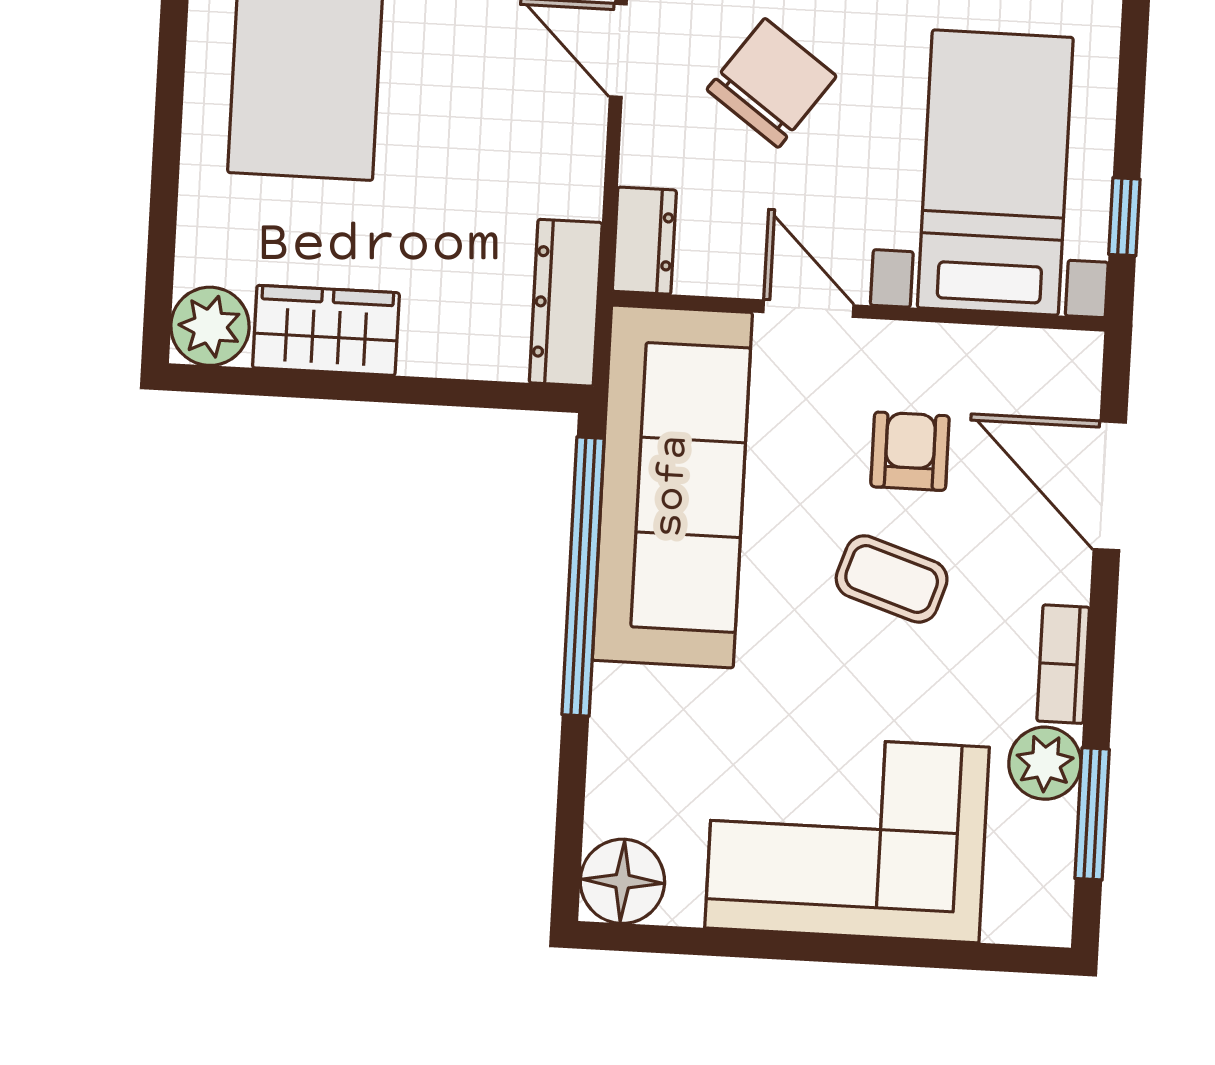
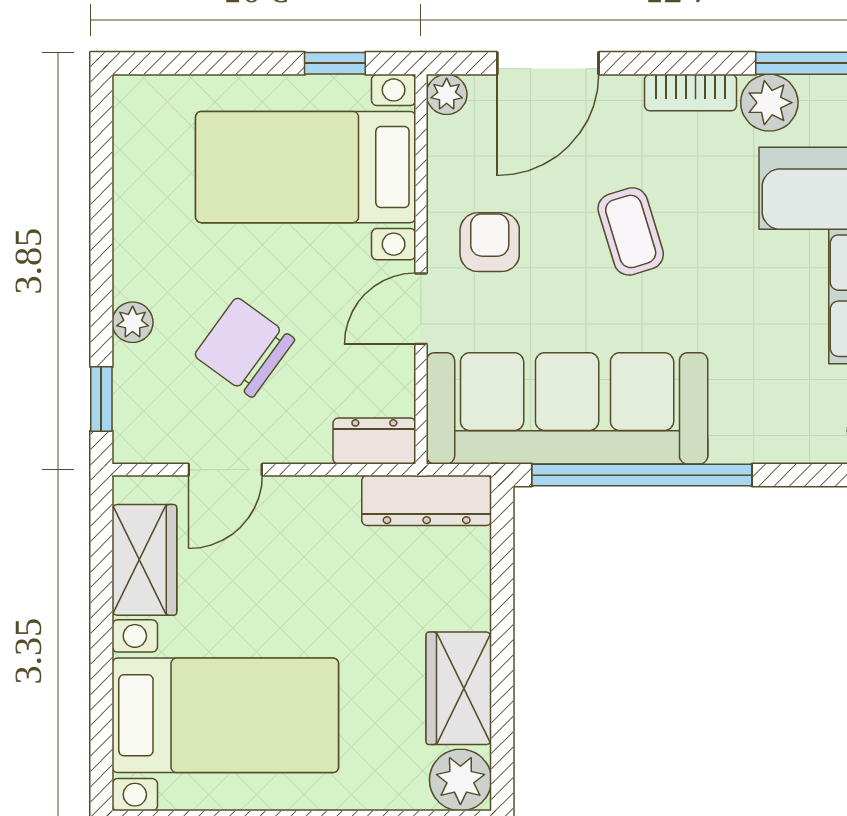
plant: (1078, 356) -> (447, 94), added
armchair: (910, 451) -> (490, 242), moved, turned 90
coffee table: (892, 579) -> (631, 231), turned -35

